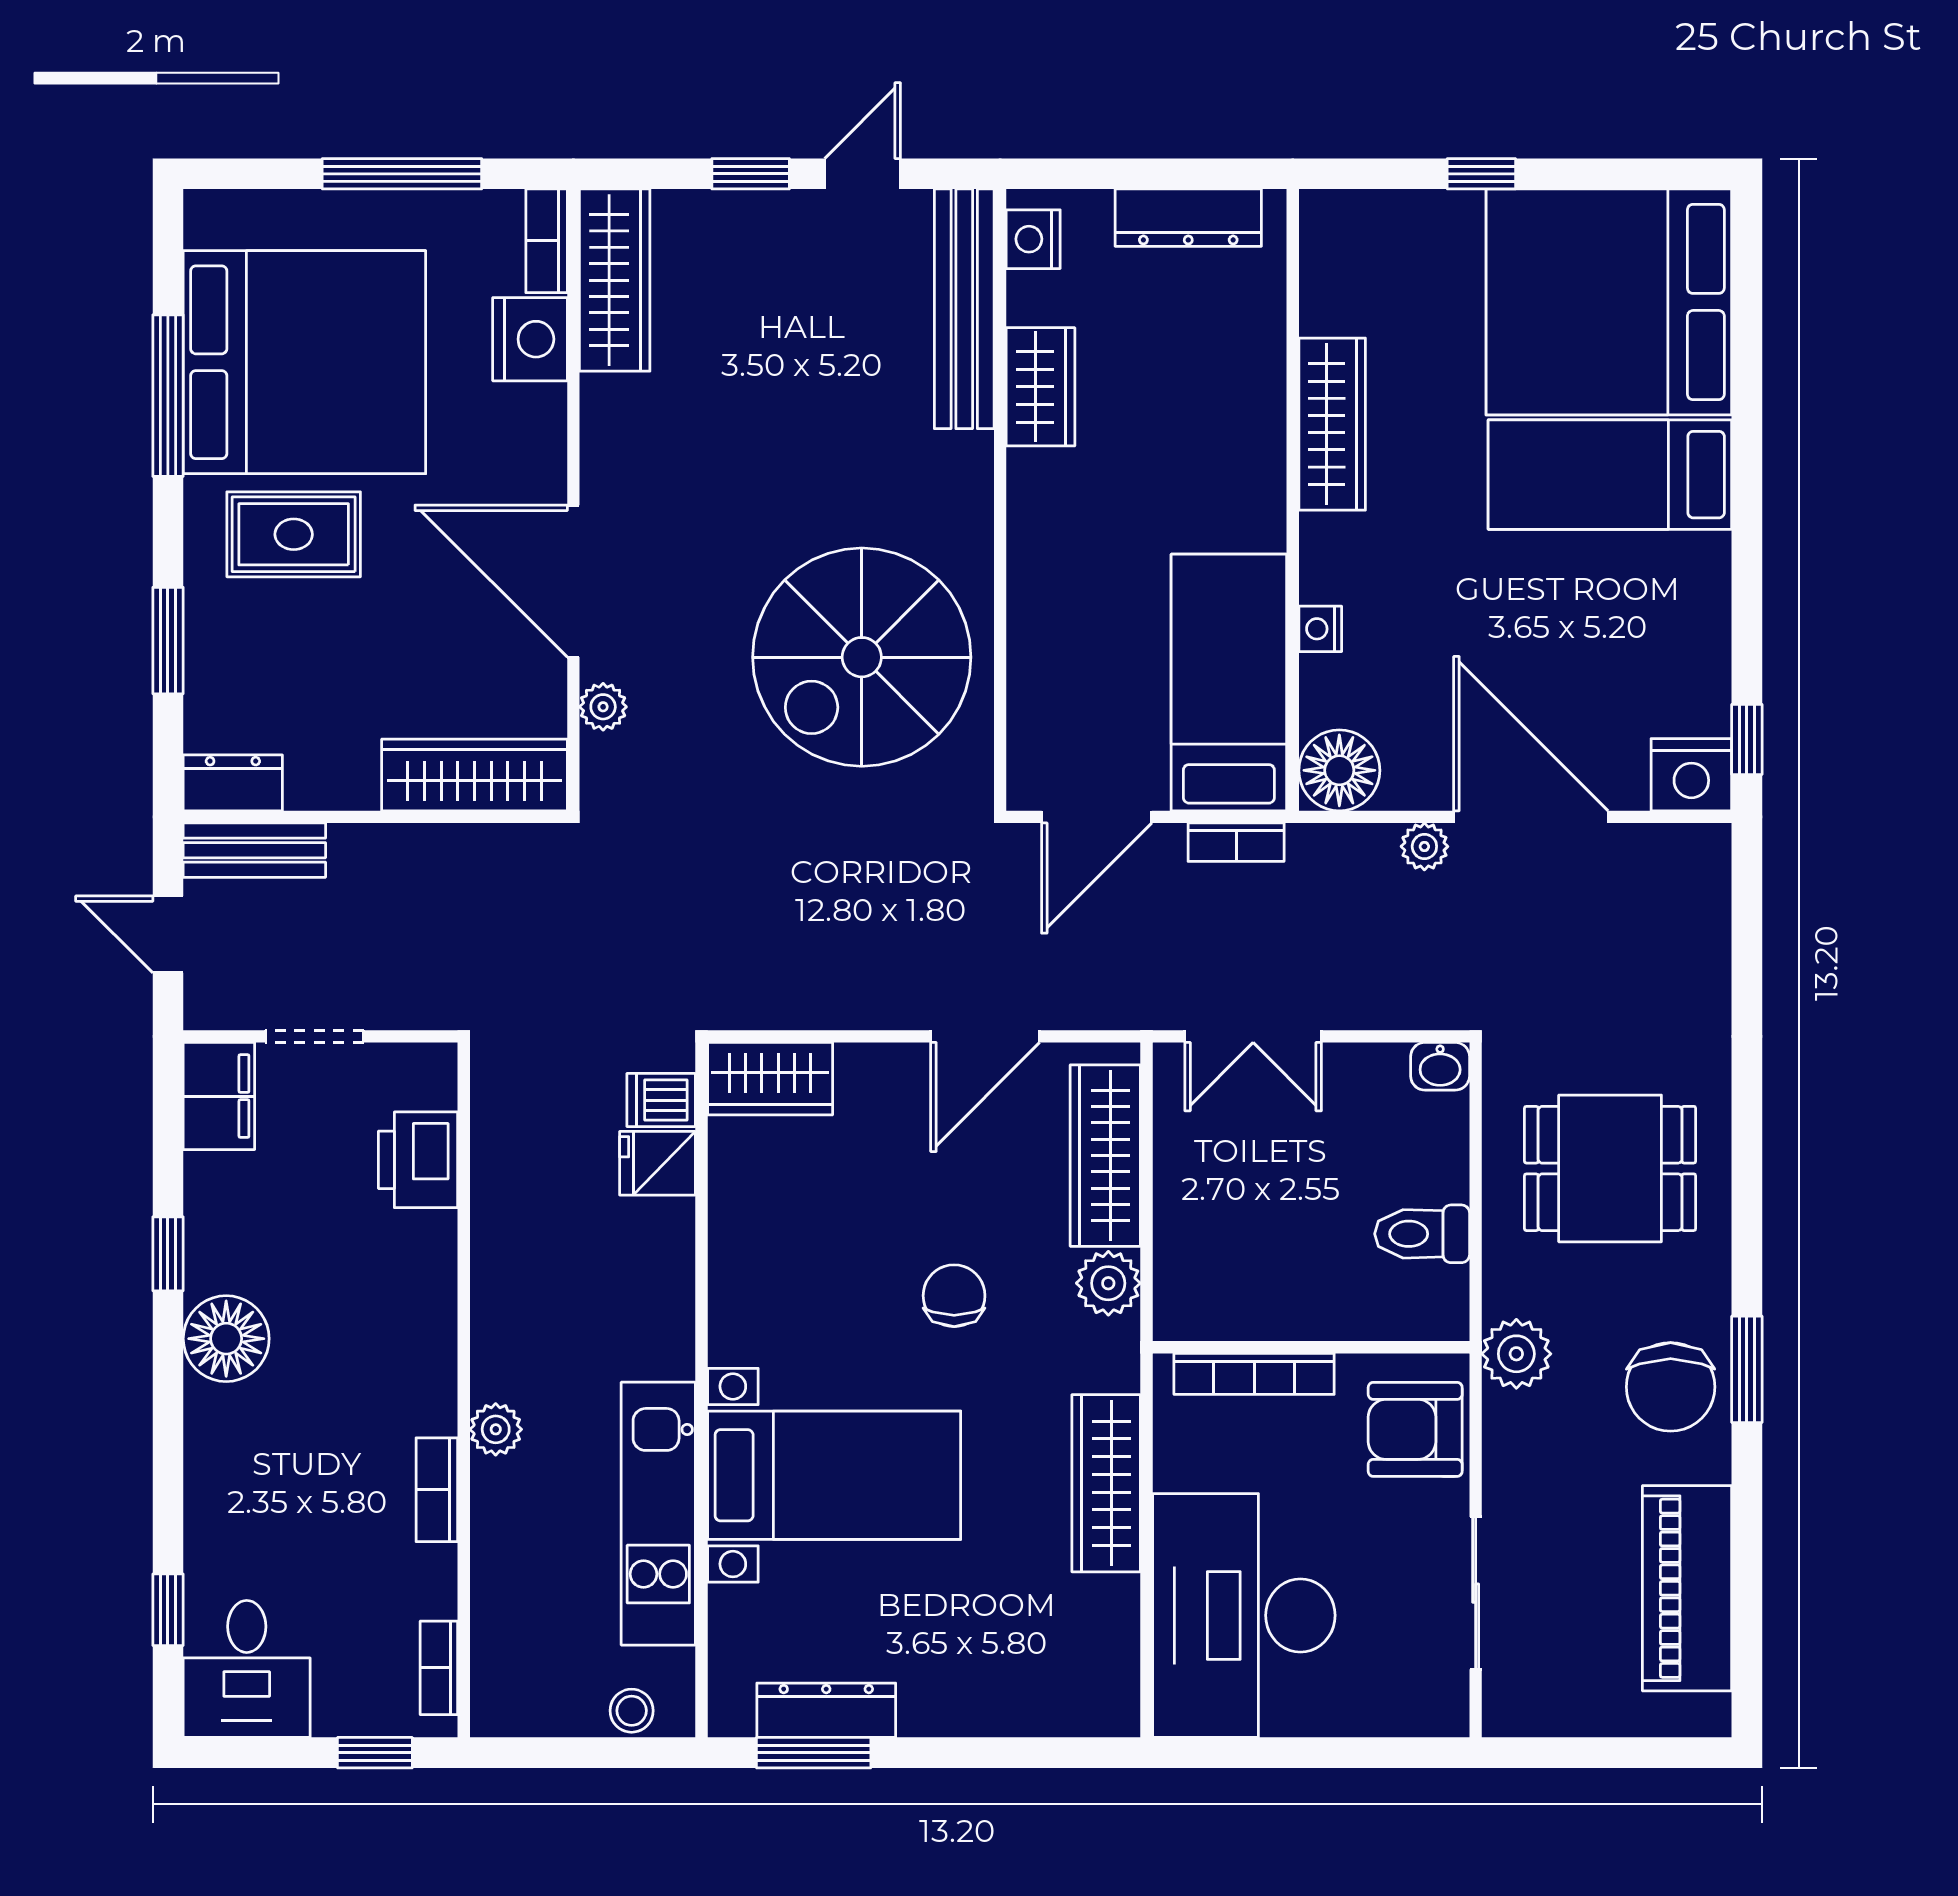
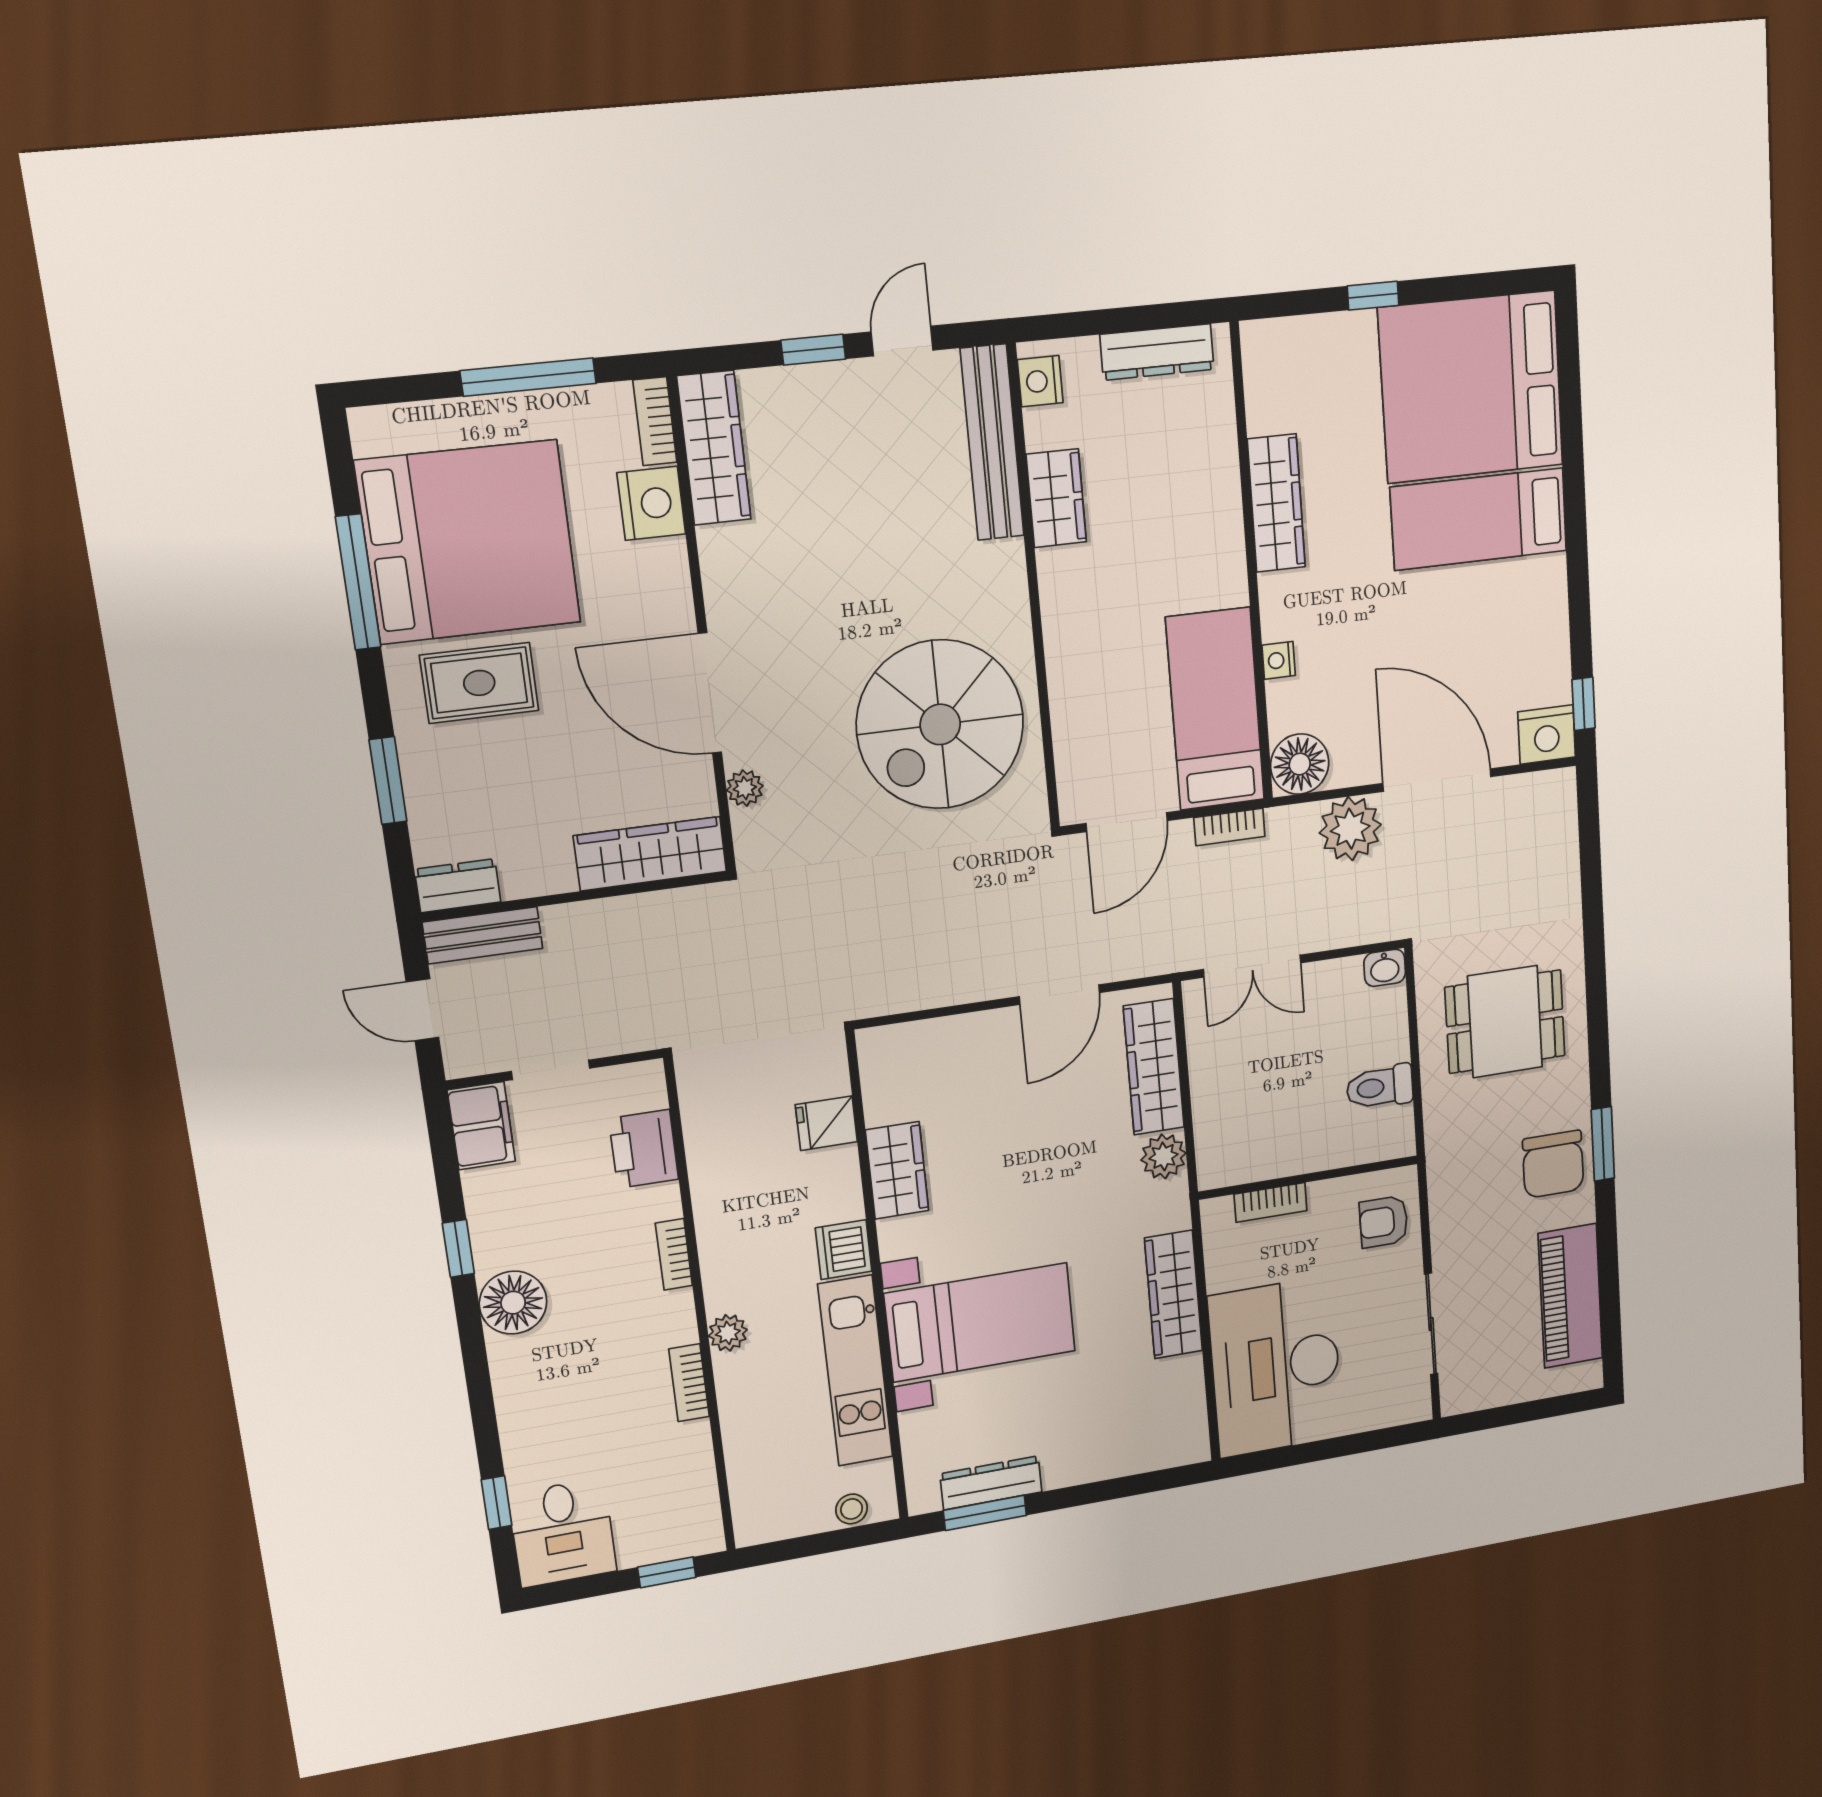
plant: (1424, 846) -> (1350, 829), width x1.88, depth x1.88
wardrobe: (770, 1079) -> (897, 1170), moved, turned -90
dishwasher: (661, 1100) -> (844, 1250), moved, width x1.38
chair: (954, 1296) -> (1054, 1183), removed
plant: (1516, 1354) -> (1449, 1159), removed
bookcase: (1254, 1374) -> (1271, 1202), width x0.64
armchair: (1415, 1429) -> (1384, 1222), width x0.72, depth x0.72
bookcase: (439, 1668) -> (674, 1254), moved

